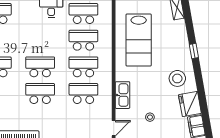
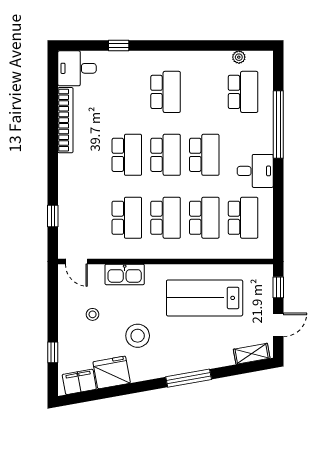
school desk: (40, 40) -> (204, 155), added
window: (194, 51) -> (189, 378), width x2.17
stool: (177, 78) -> (138, 336), moved

